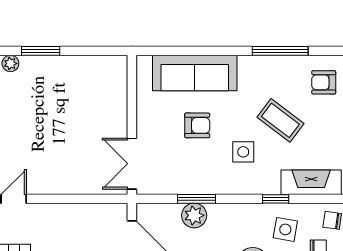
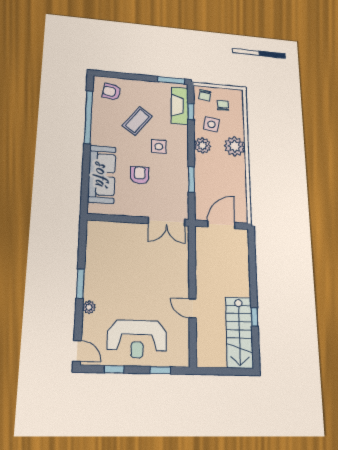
window: (280, 51) -> (88, 117), width x1.46
armchair: (324, 82) -> (112, 92), turned 99
window: (276, 199) -> (191, 111), moved
plant: (194, 215) -> (202, 145), moved

